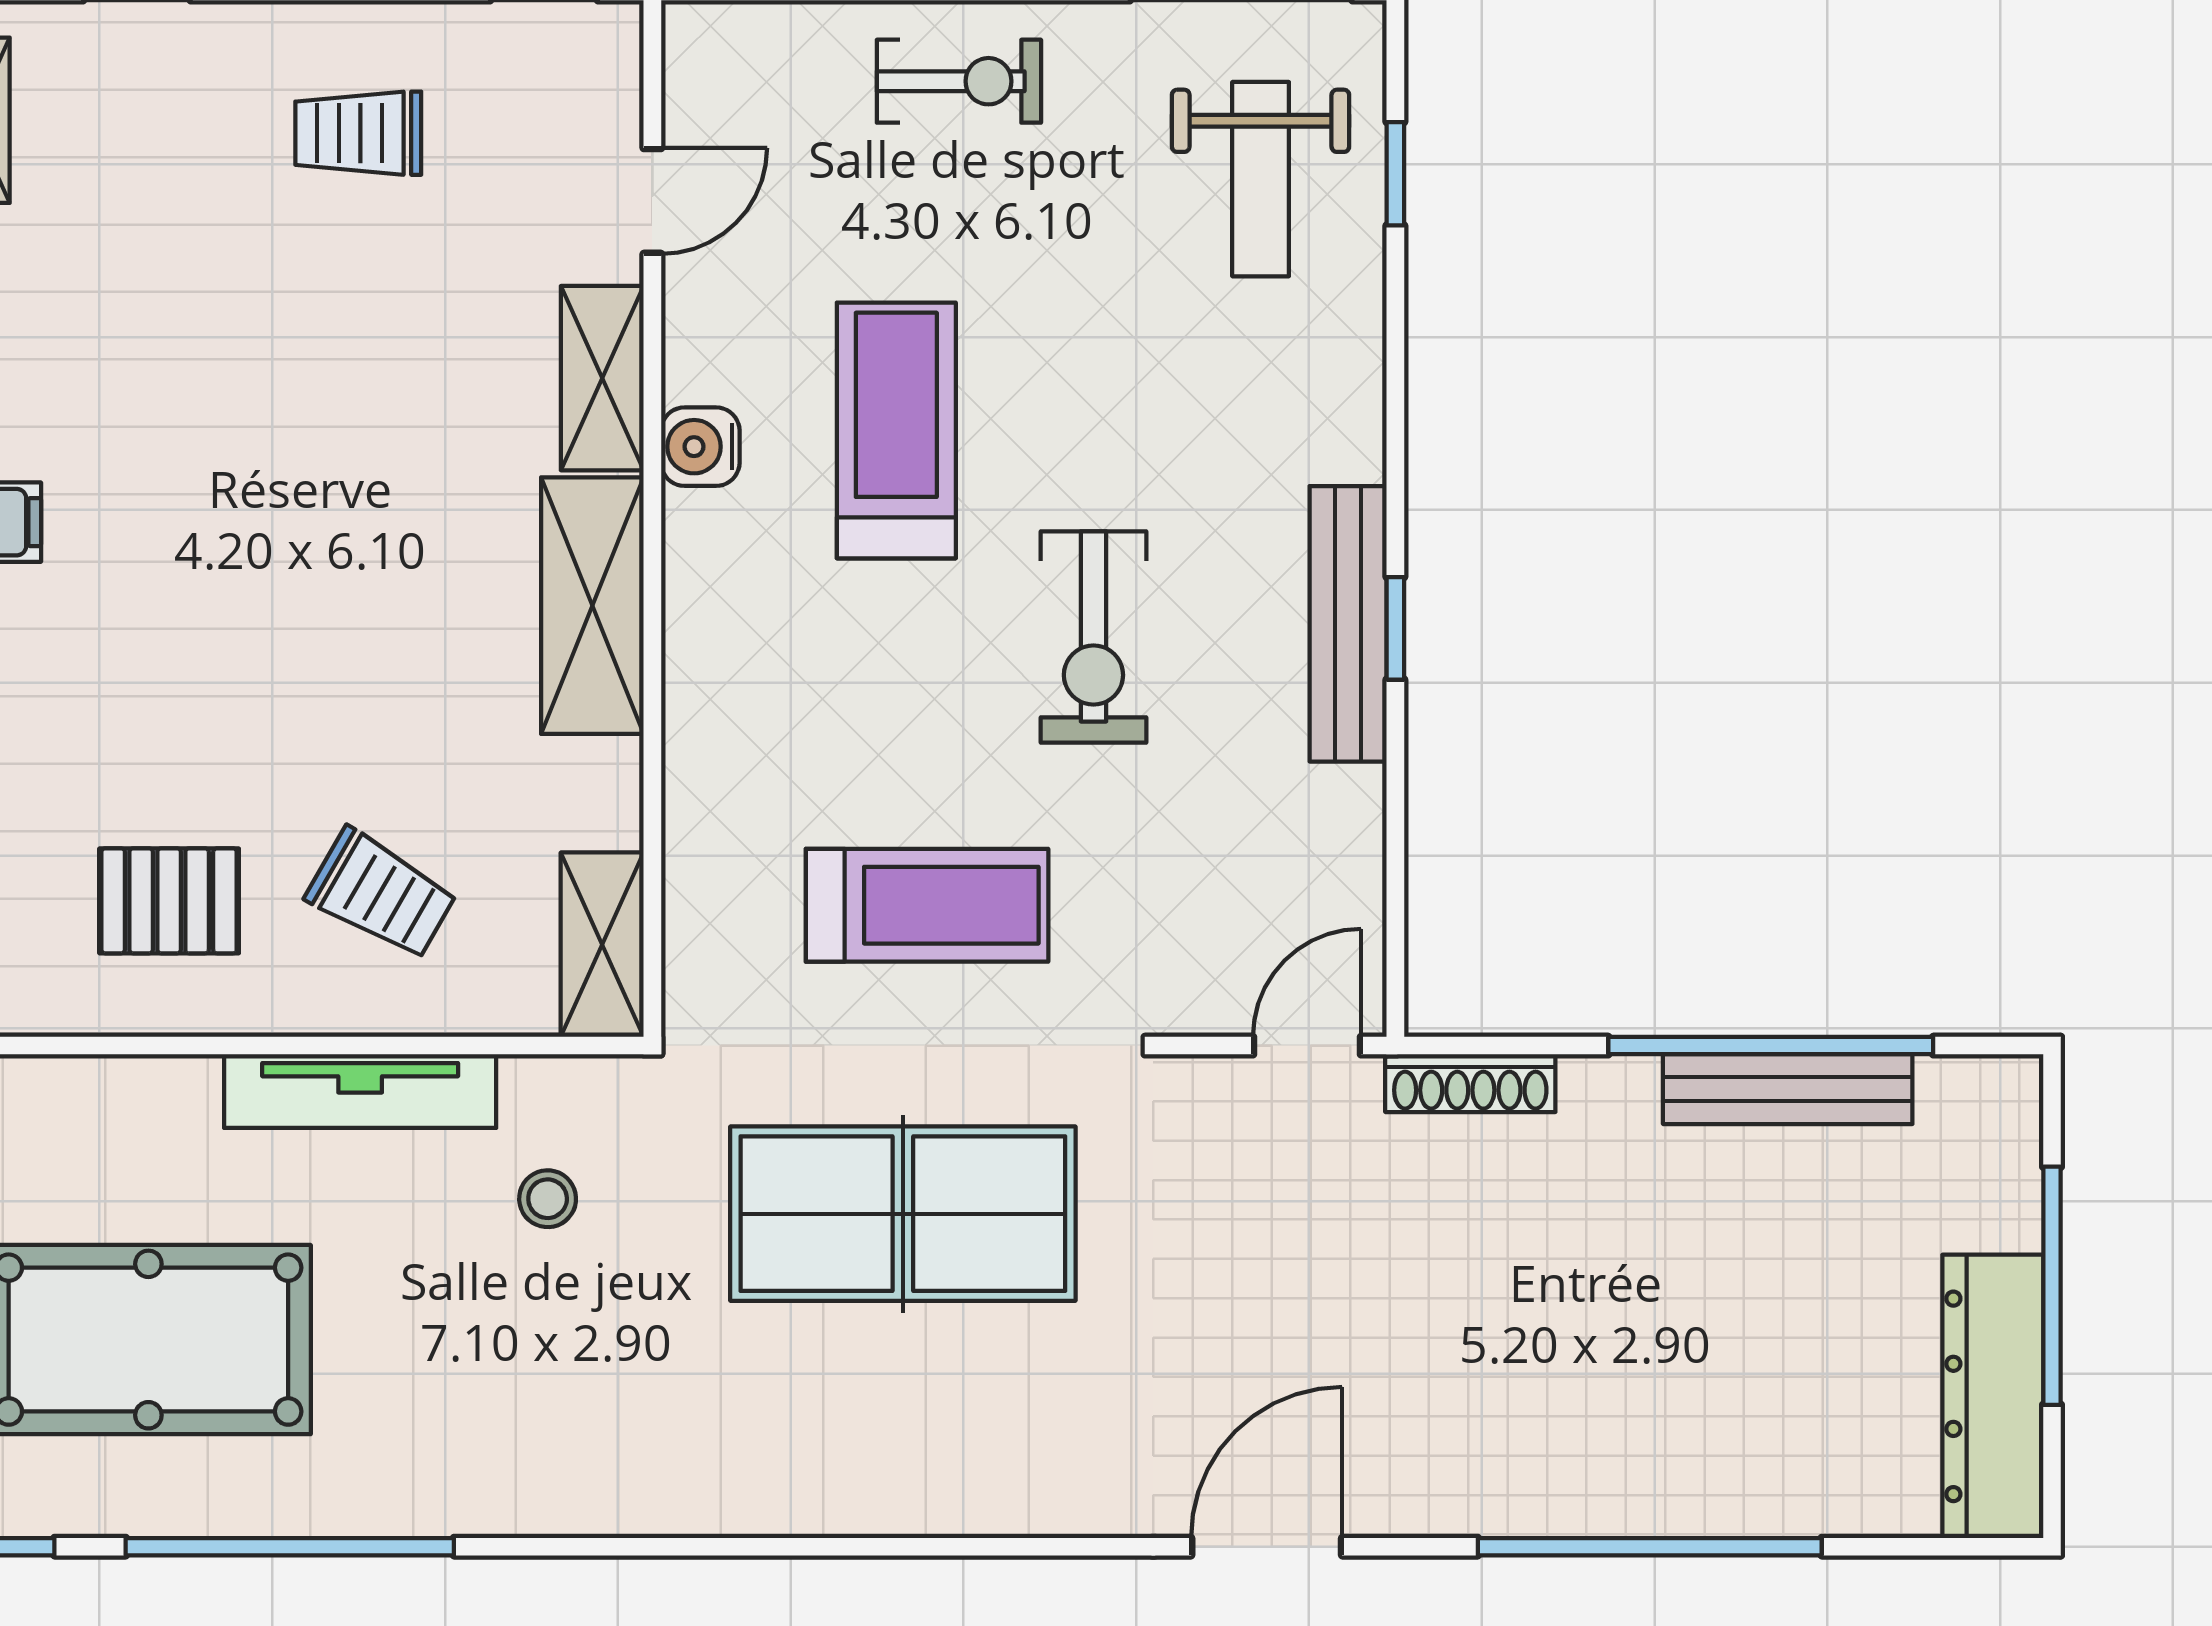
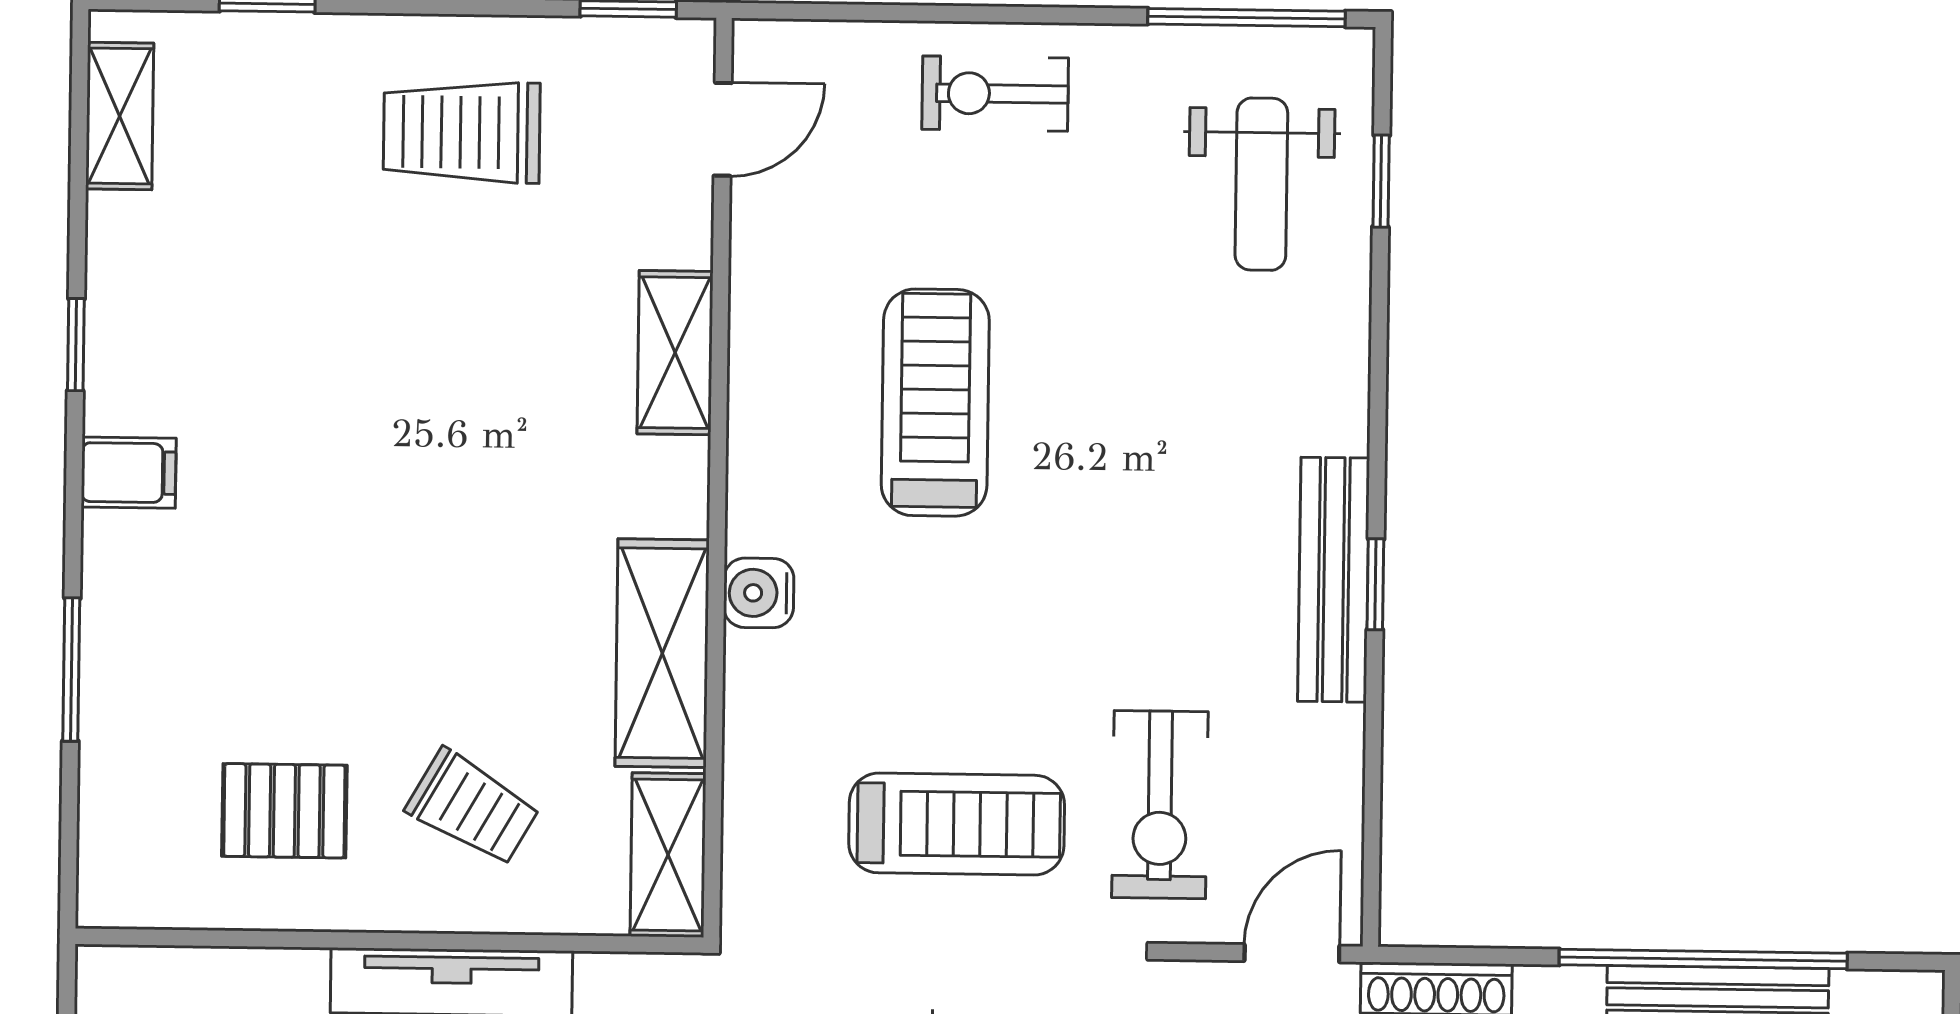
exercise bike: (959, 81) -> (995, 94), turned 180
trolley: (358, 133) -> (462, 132), width x1.36, depth x1.39
door: (652, 201) -> (723, 129), moved
water cooler: (700, 447) -> (759, 593), moved
shelving: (592, 606) -> (662, 653), moved
exercise bike: (1093, 637) -> (1160, 805), moved

